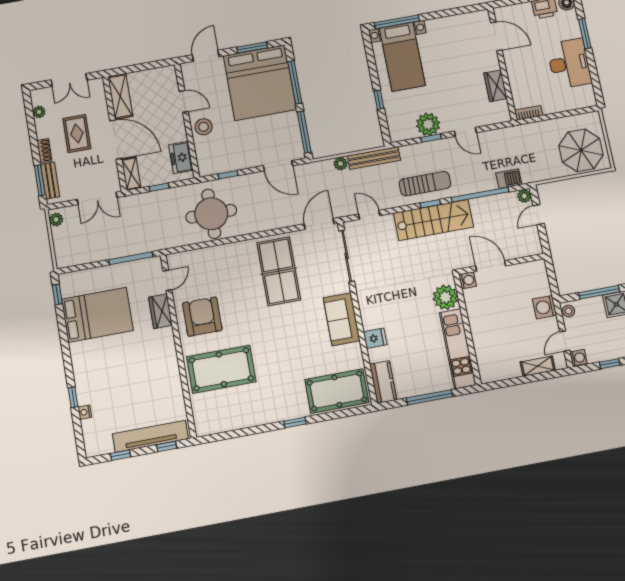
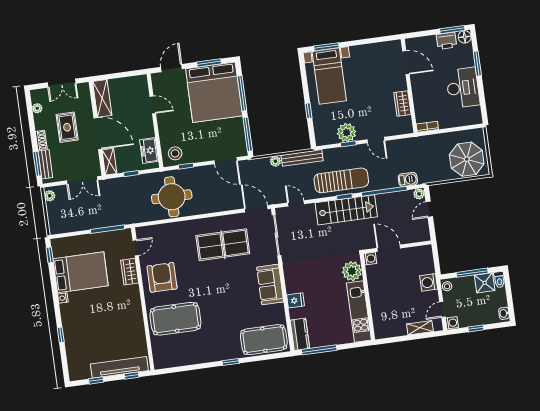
window: (397, 22) -> (326, 47), width x0.69
stool: (204, 127) -> (175, 153), moved
sun lounger: (425, 184) -> (341, 180), width x1.36, depth x1.34
door: (319, 224) -> (256, 209), hinge flipped
table tennis table: (279, 271) -> (223, 245), turned 90
window: (430, 397) -> (319, 350), moved
nightstand: (85, 412) -> (63, 298), moved

